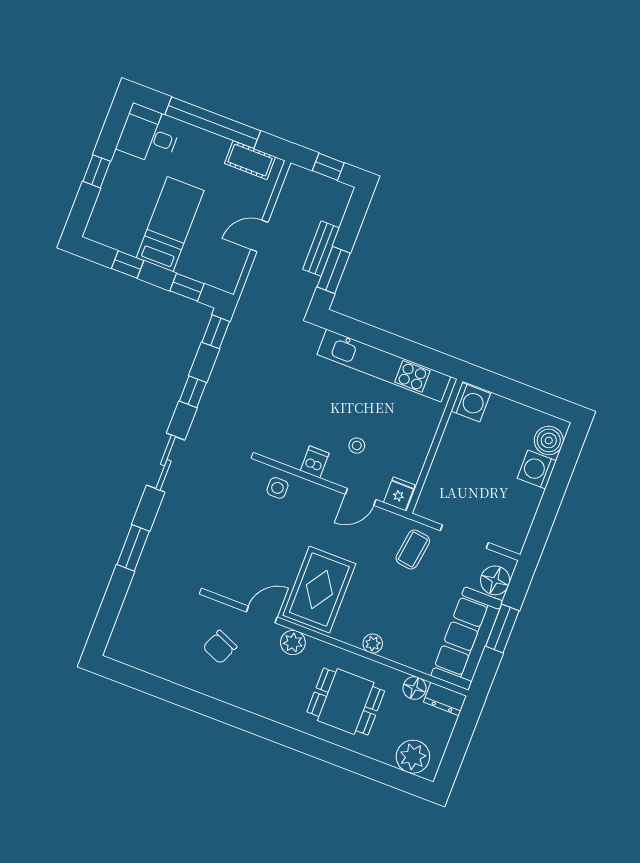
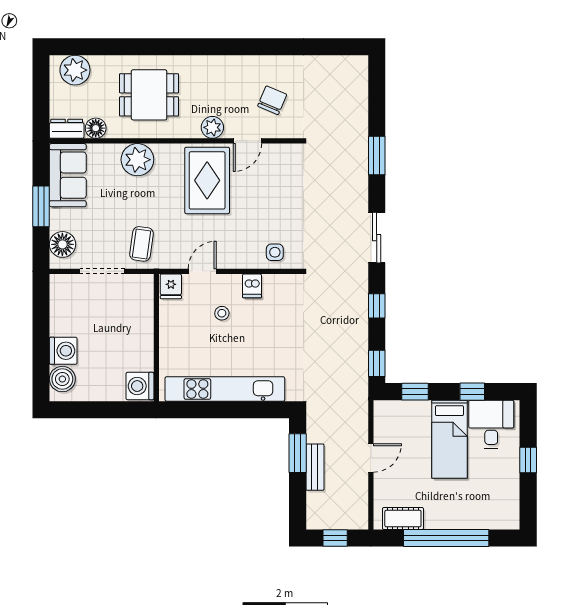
desk: (149, 135) -> (491, 424), moved, turned -90
sofa: (467, 638) -> (68, 175), width x0.73
plant: (373, 644) -> (137, 160), width x1.88, depth x1.88

